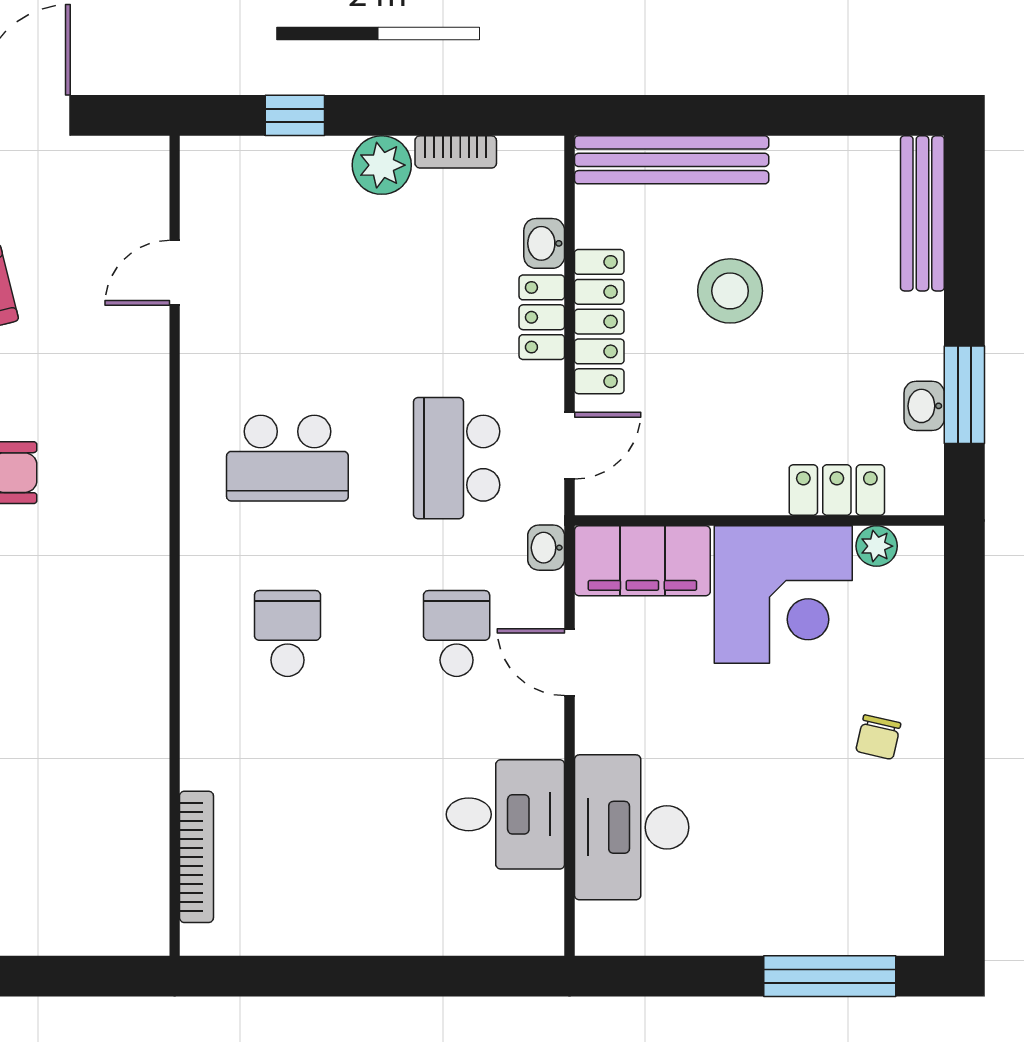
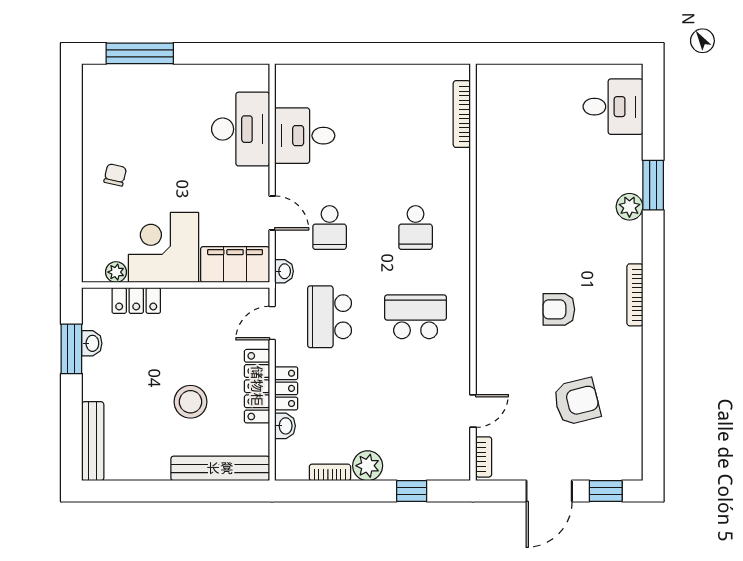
bookcase: (154, 183) -> (484, 457), added
school desk: (457, 458) -> (330, 317), turned 180

